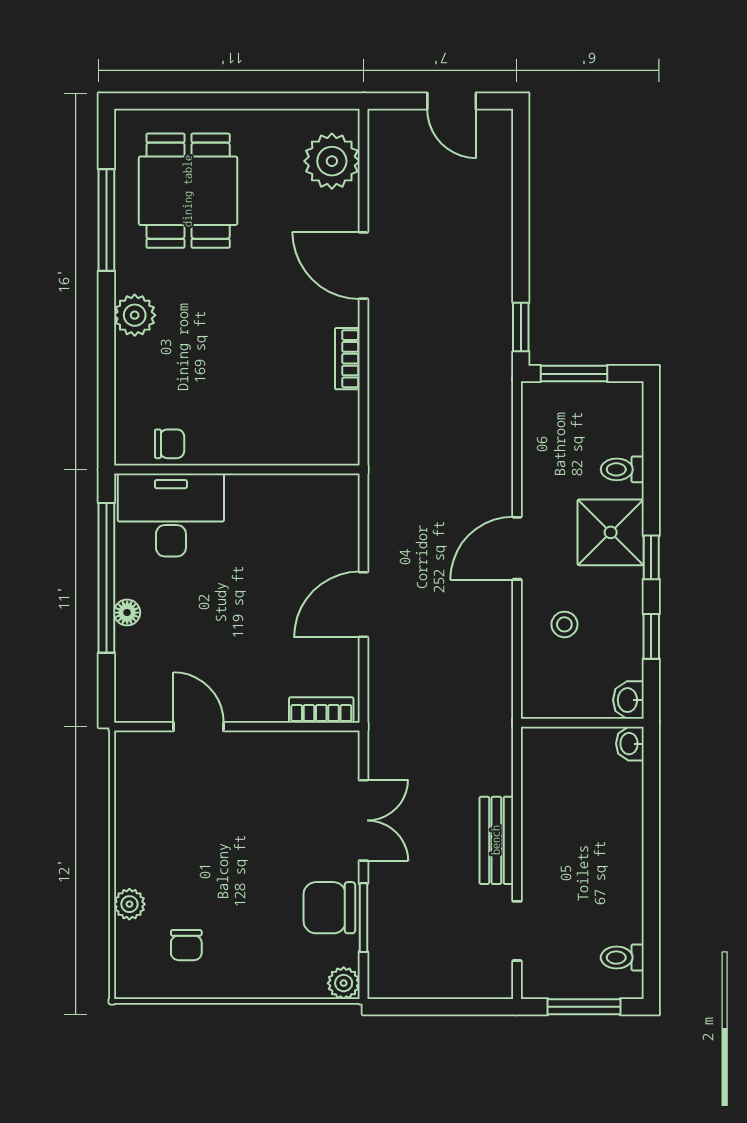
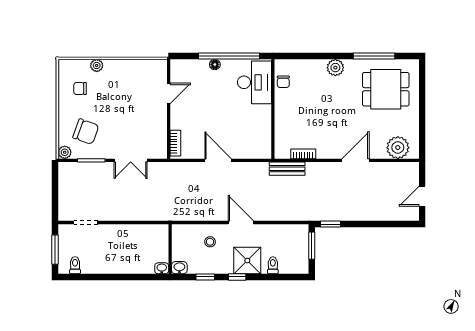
bookcase: (347, 359) -> (303, 154), moved
bench: (496, 840) -> (287, 169), moved
chair: (329, 908) -> (86, 132), moved, turned 110

